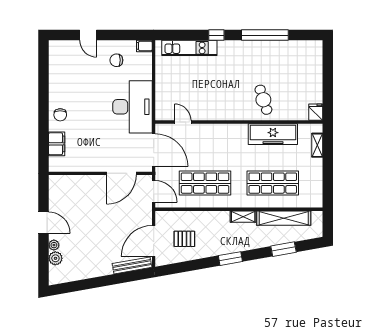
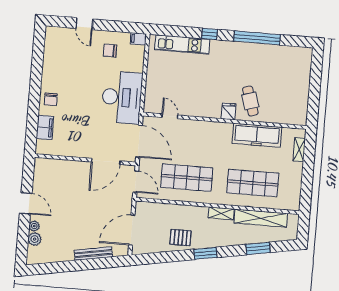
fridge: (316, 112) -> (229, 111), moved
pallet: (184, 239) -> (180, 238), moved
bench: (132, 265) -> (93, 254), moved

